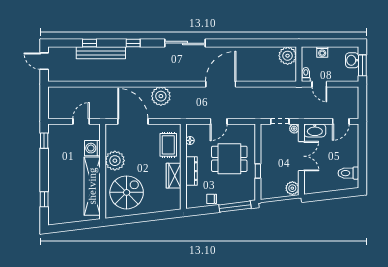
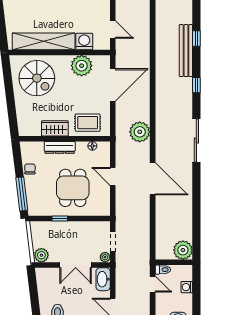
door: (319, 84) -> (153, 284), swing flipped
plant: (161, 96) -> (140, 132), moved
plant: (115, 161) -> (82, 66), moved

